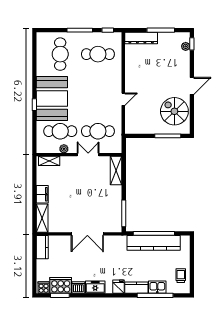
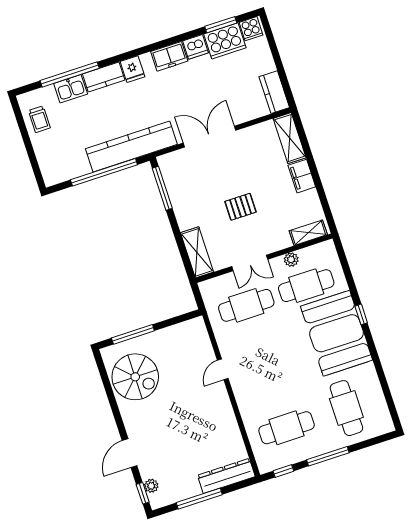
door: (192, 86) -> (130, 453), moved
pallet: (83, 188) -> (240, 207), added
kitchen counter: (154, 243) -> (131, 147), moved

